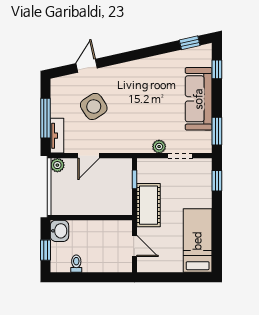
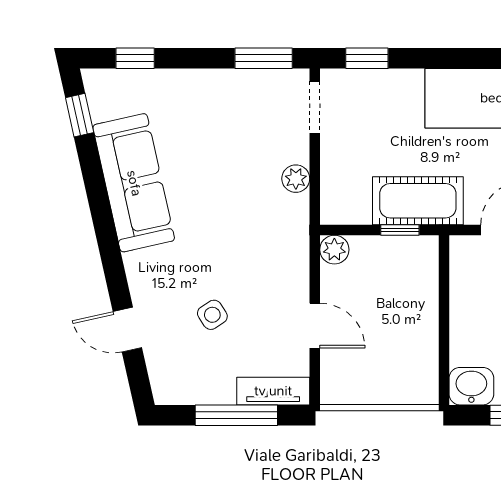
sofa: (199, 99) -> (134, 183), moved, turned -103
side table: (94, 106) -> (212, 315), width x0.54, depth x0.54
doorway: (180, 156) -> (315, 107), moved
plant: (57, 165) -> (334, 250), moved
window: (134, 179) -> (400, 230), moved

